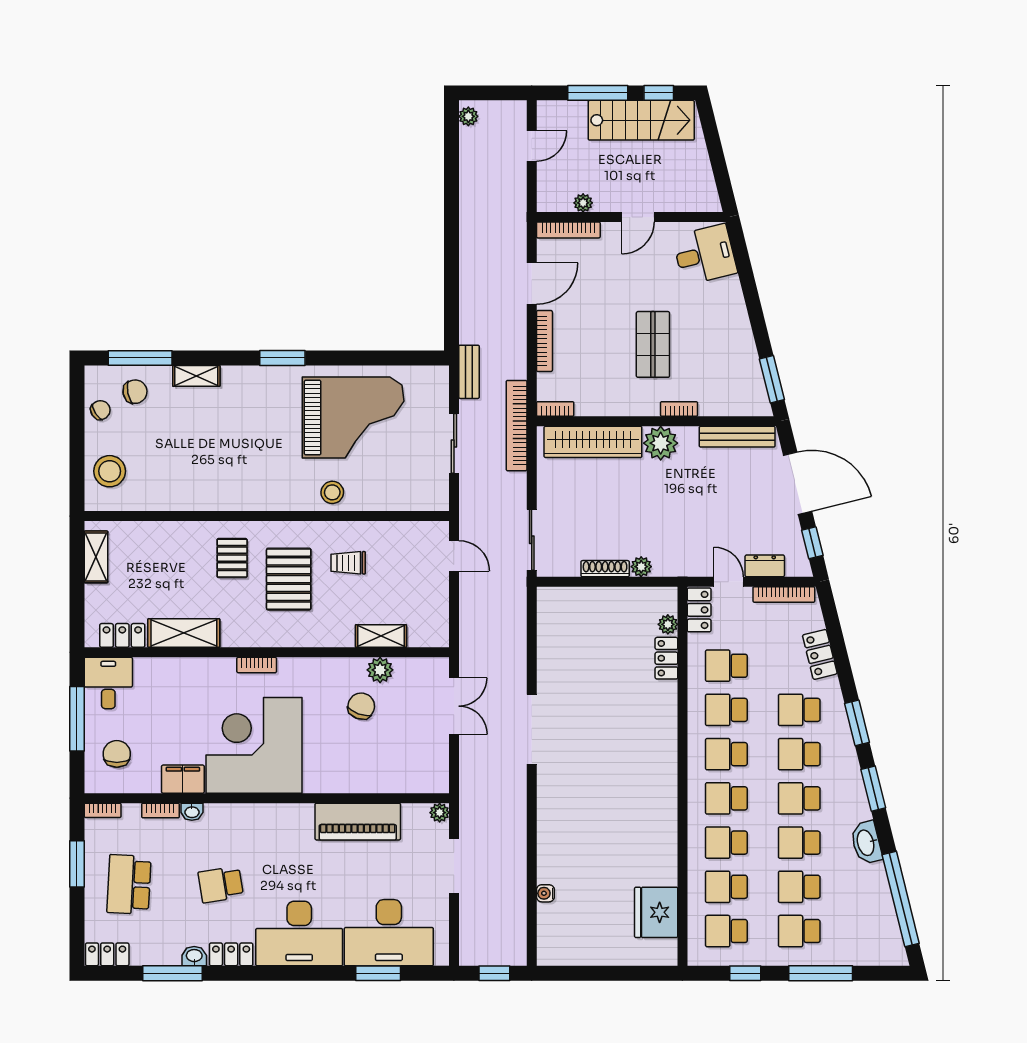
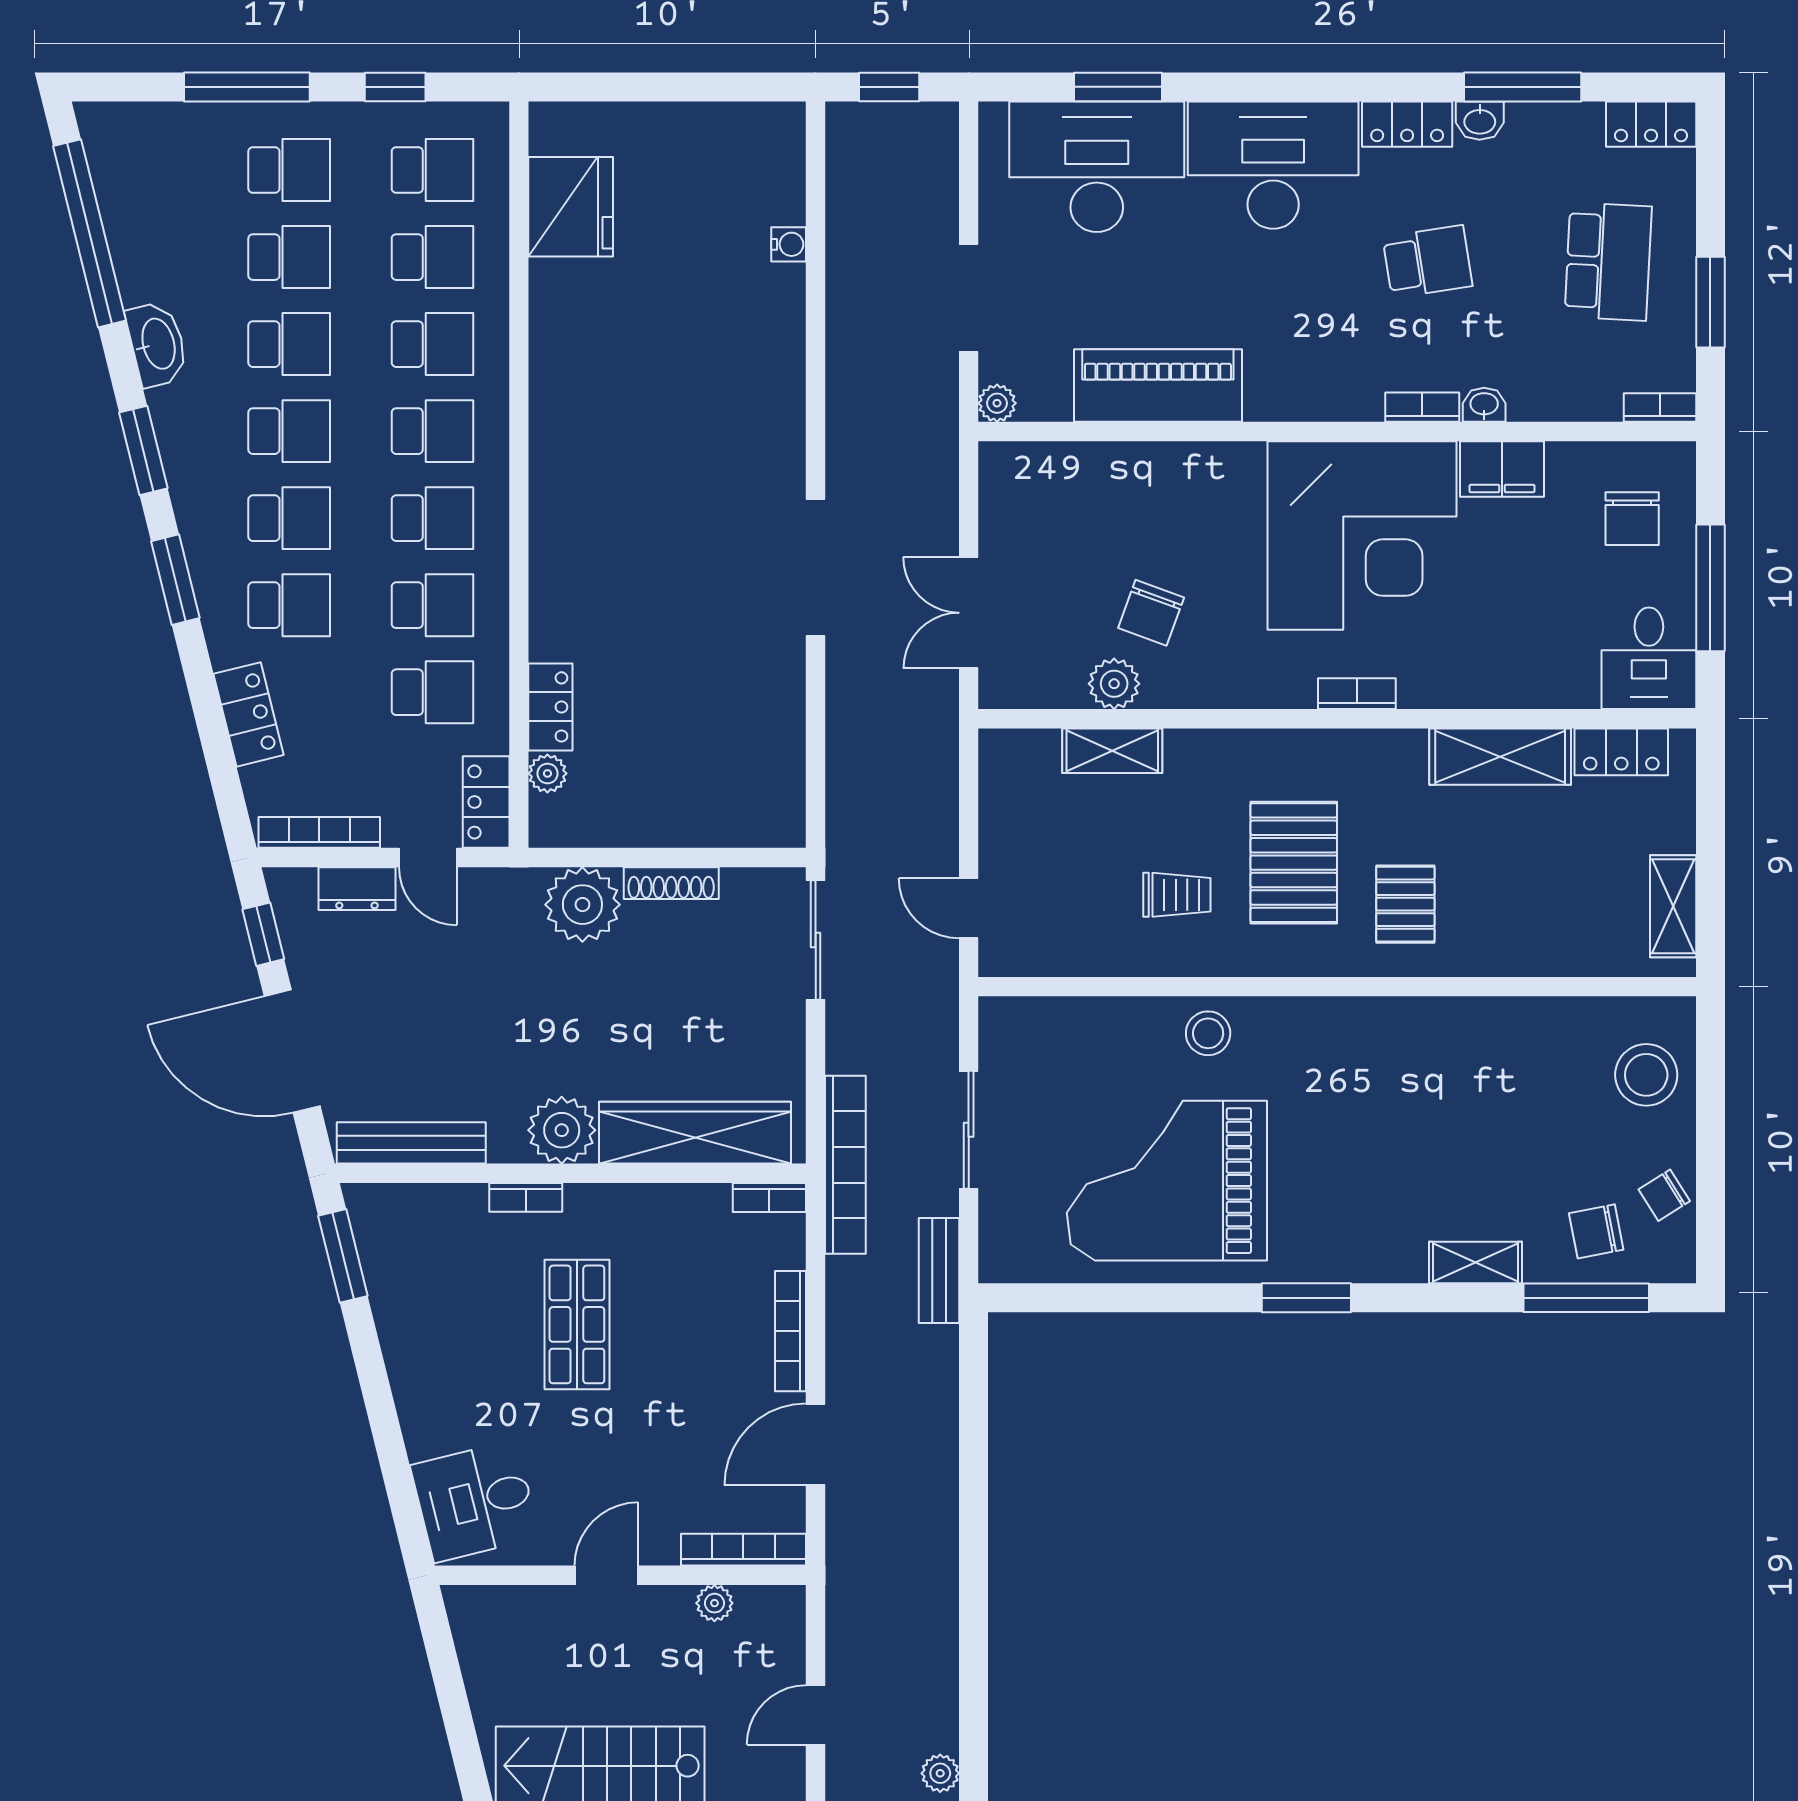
plant: (641, 567) -> (582, 905), width x1.87, depth x1.87
bookcase: (160, 810) -> (1422, 407), moved

